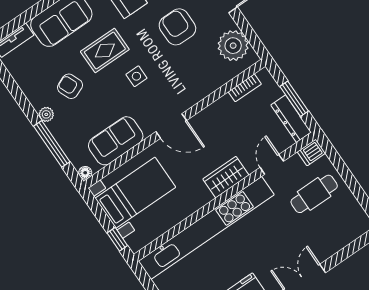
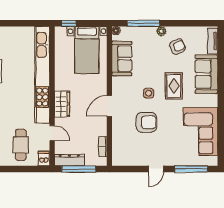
armchair: (177, 27) -> (146, 122), moved
plant: (233, 46) -> (130, 156), removed
armchair: (70, 86) -> (177, 47), moved
window: (294, 99) -> (79, 169), width x1.44
door: (171, 126) -> (109, 106), moved

